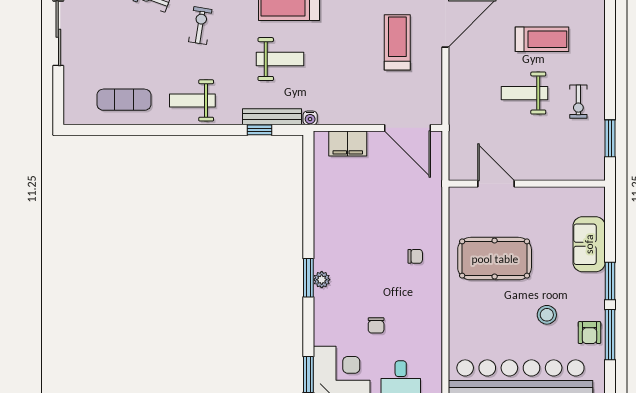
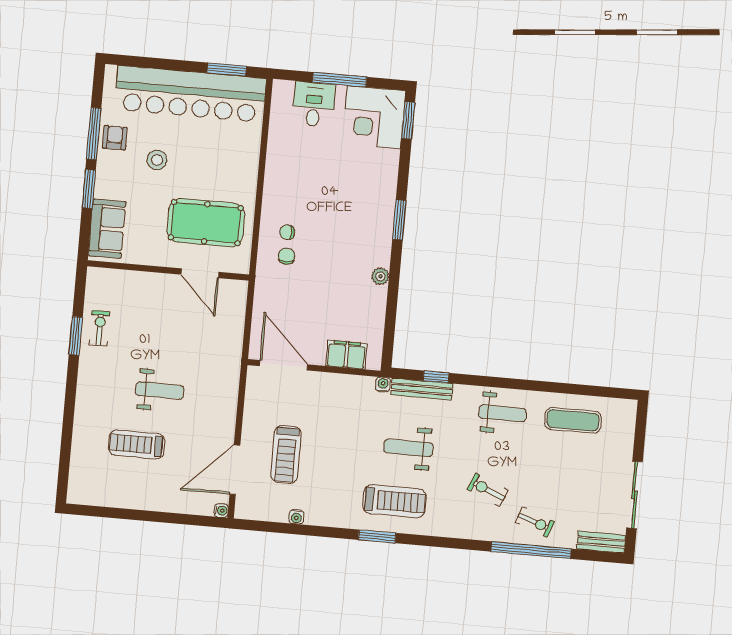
exercise bike: (200, 26) -> (488, 490), turned 104
exercise bike: (578, 102) -> (100, 328), moved
door: (496, 184) -> (200, 273), moved
wall: (527, 184) -> (168, 270), moved
plant: (322, 280) -> (380, 276), moved
chair: (376, 325) -> (287, 256), moved

